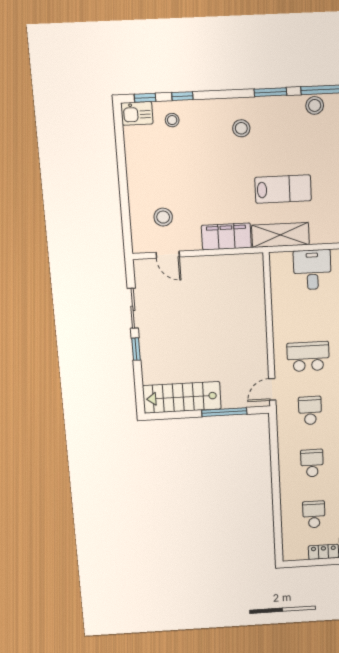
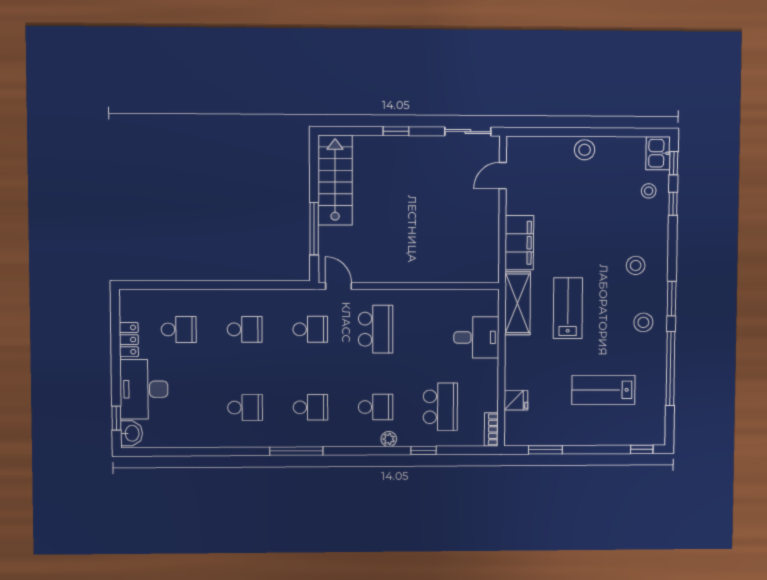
stool: (315, 105) -> (643, 322), moved
lab bench: (283, 189) -> (568, 308), turned 180
stool: (163, 217) -> (585, 150), moved
sliding door: (133, 308) -> (468, 132), moved

